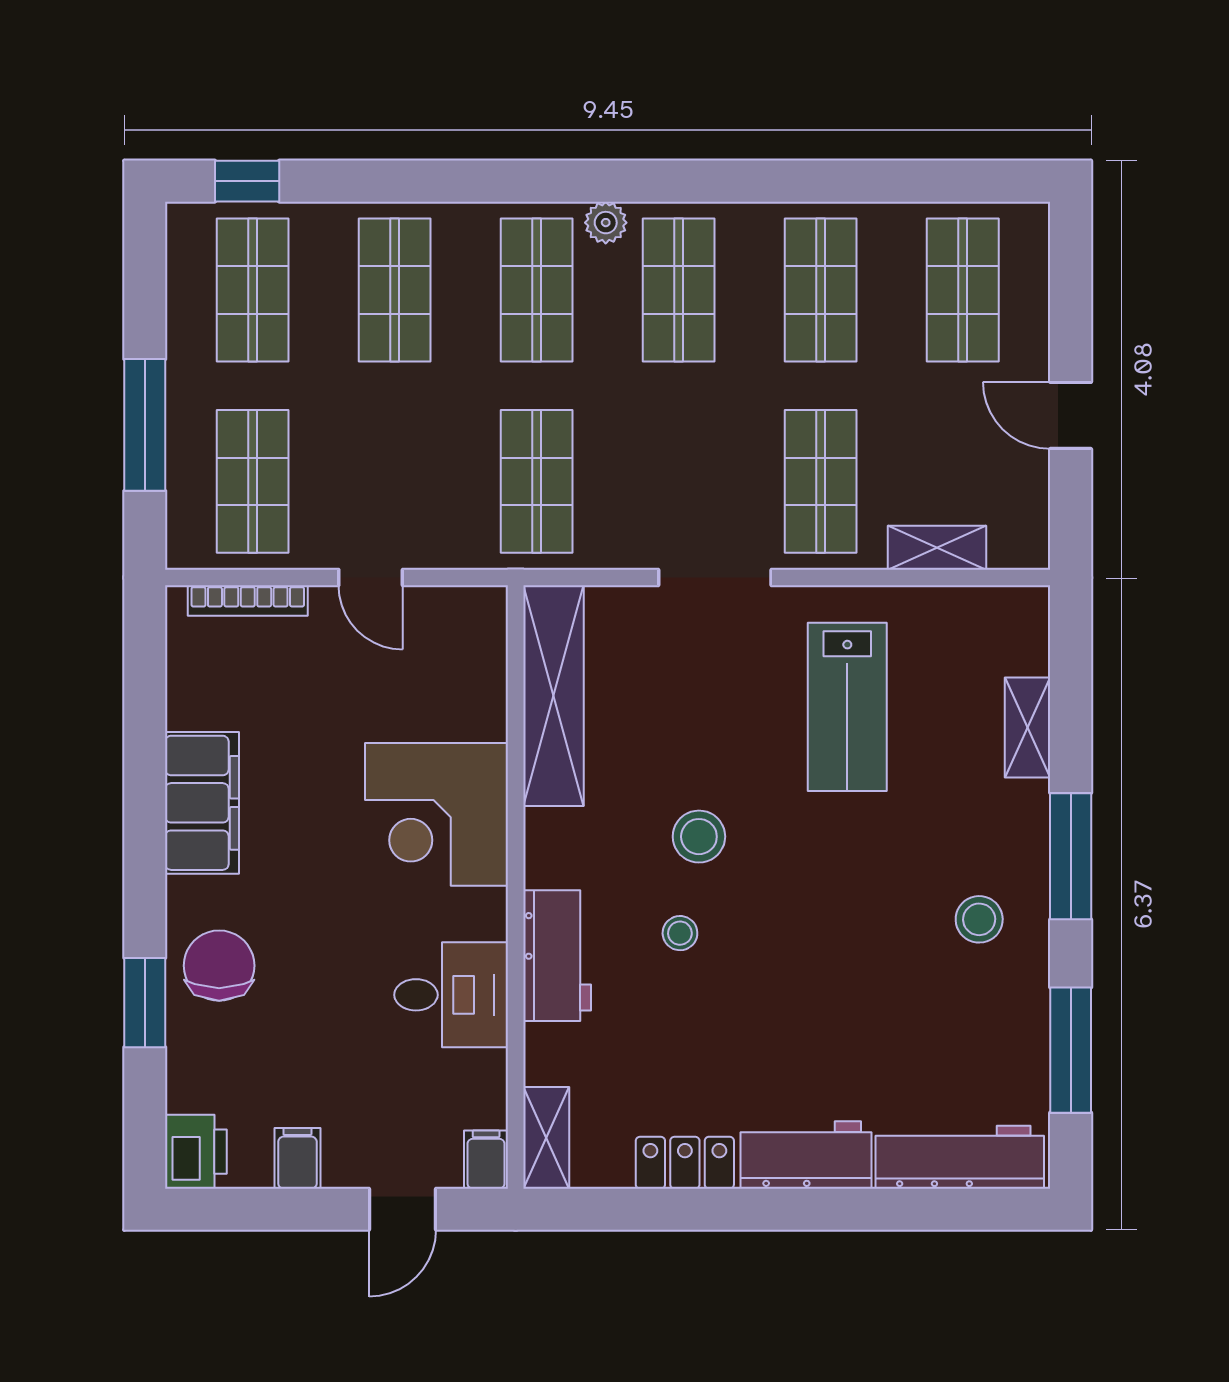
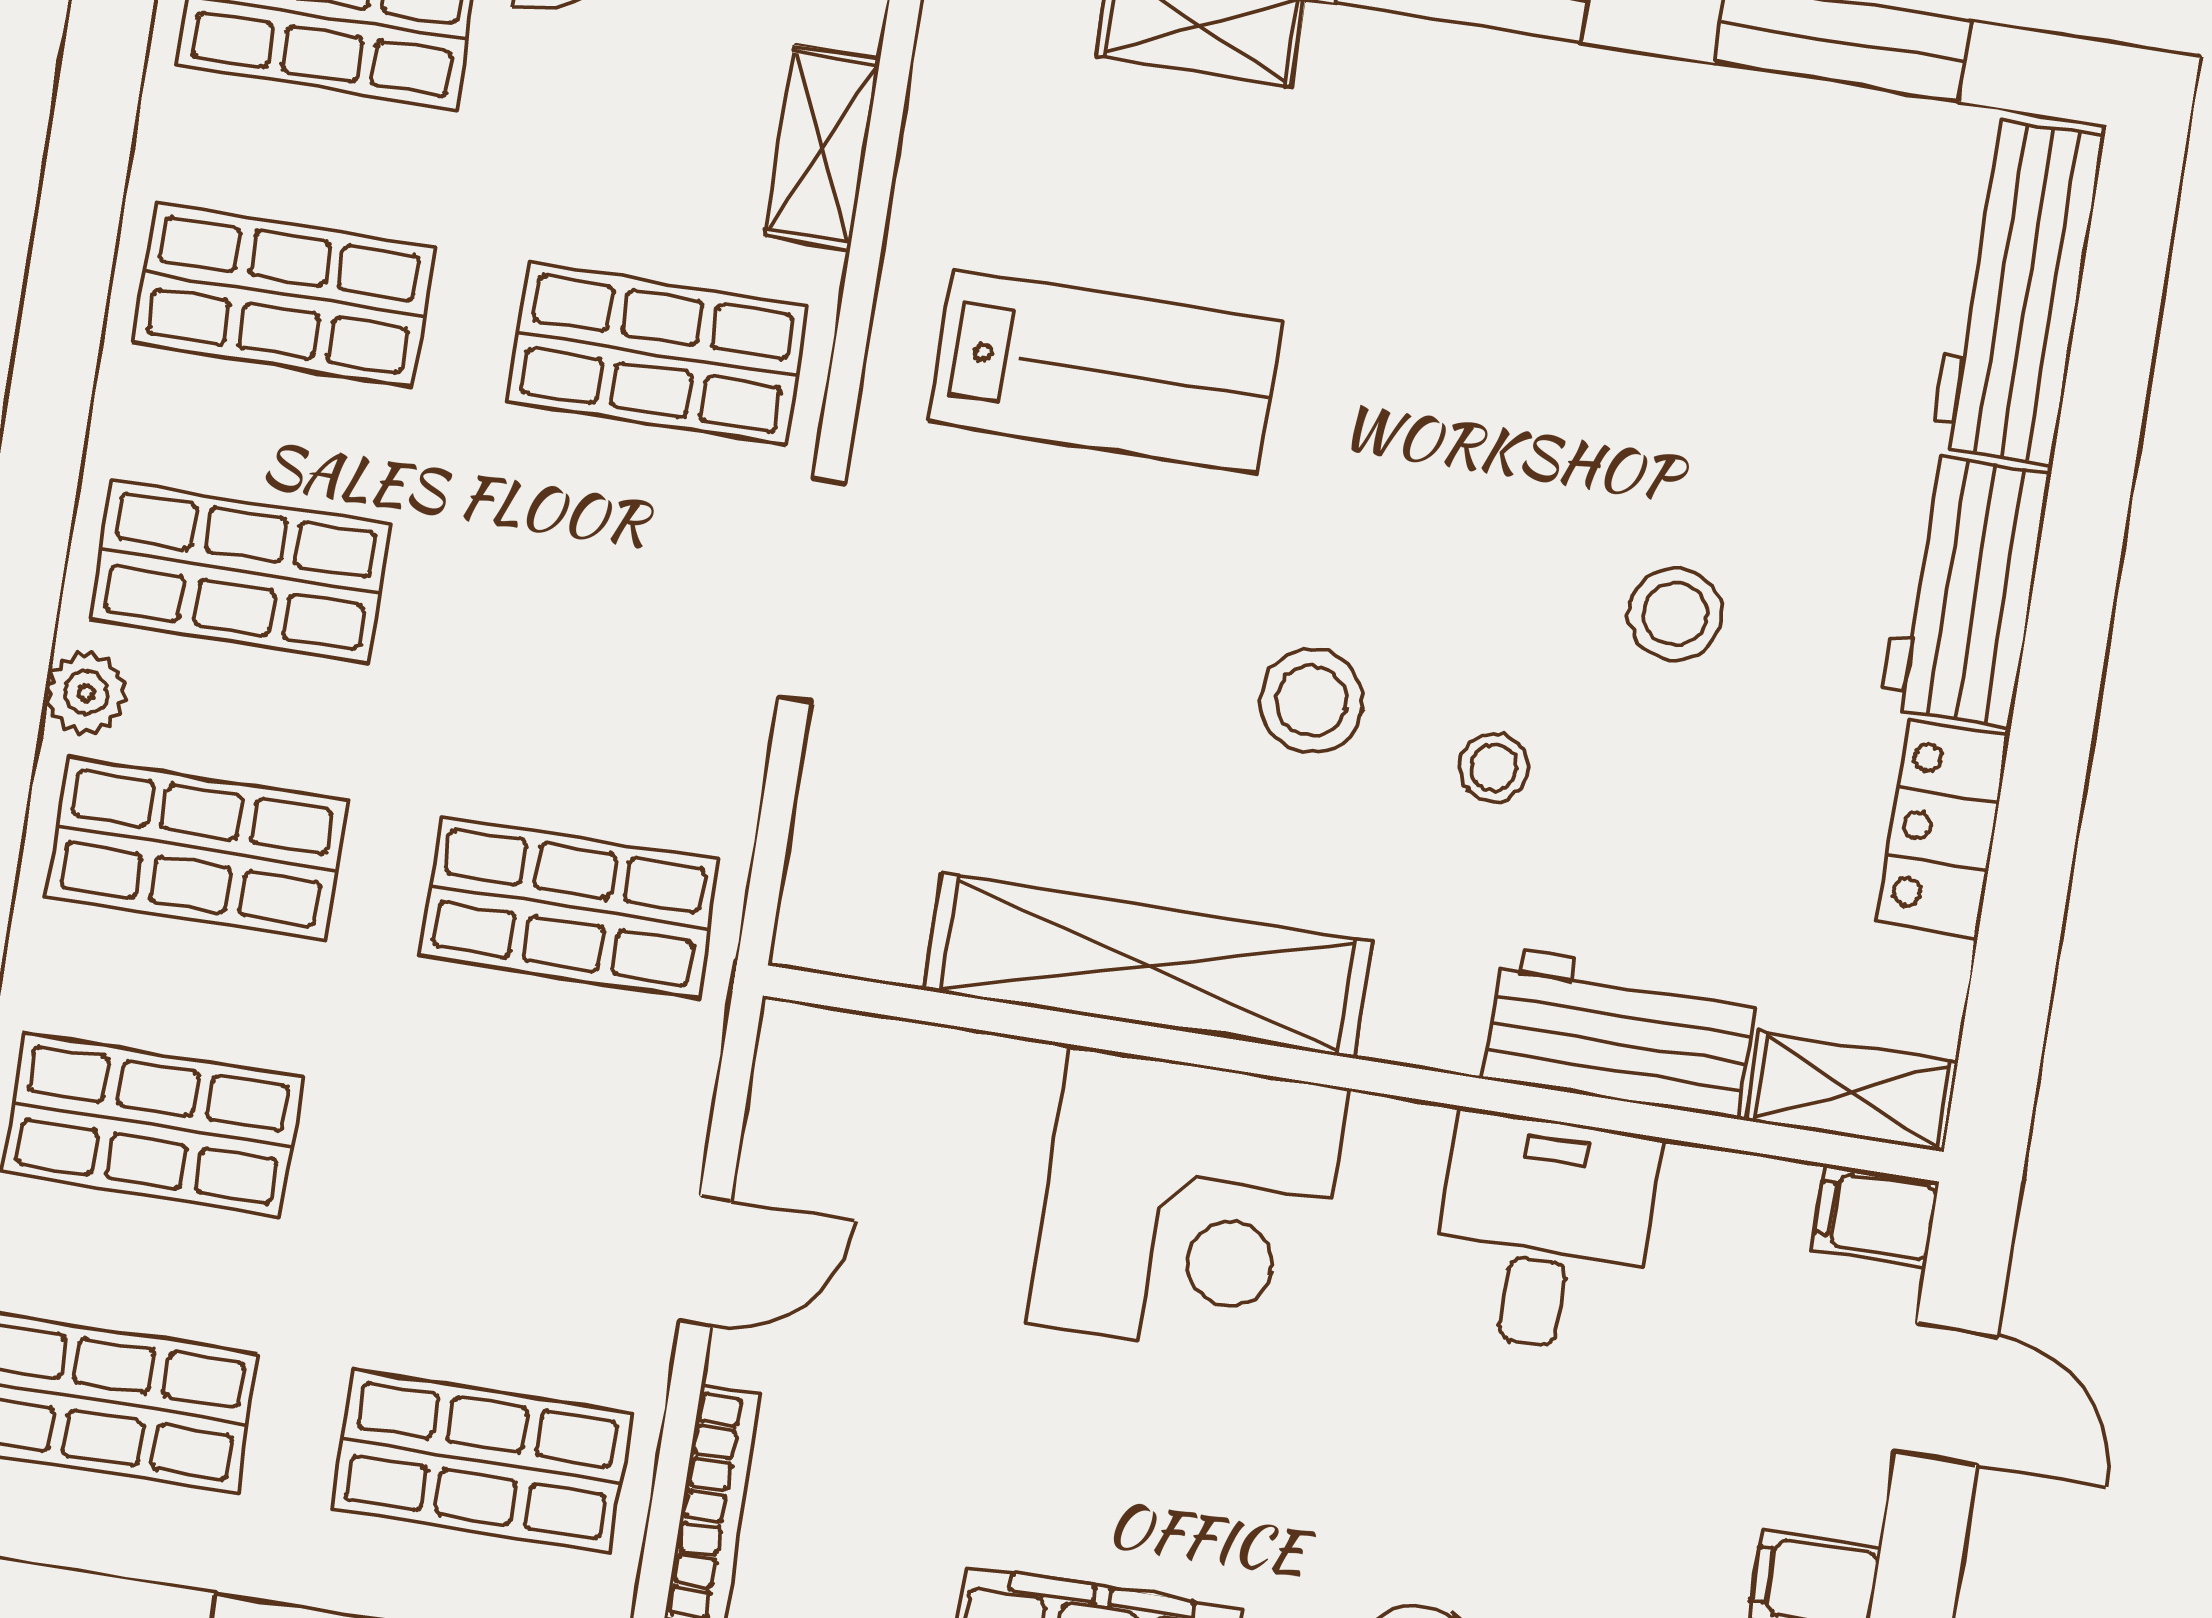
shelving: (553, 696) -> (1148, 966), moved
stool: (979, 919) -> (1675, 614), moved
workbench: (557, 956) -> (1620, 1033), moved

